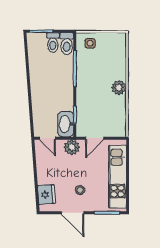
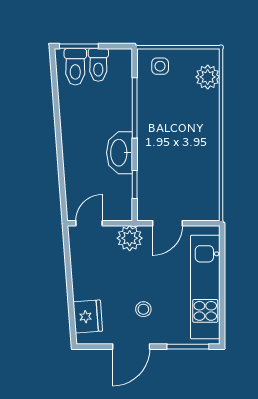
toilet: (67, 44) -> (75, 67), moved
plant: (119, 88) -> (208, 77), moved
washbasin: (66, 124) -> (120, 153), moved
door: (47, 138) -> (89, 223), swing flipped
door: (73, 213) -> (131, 347), hinge flipped

